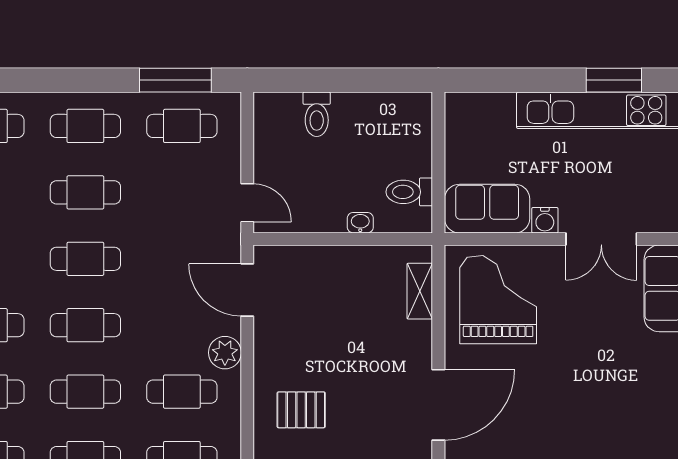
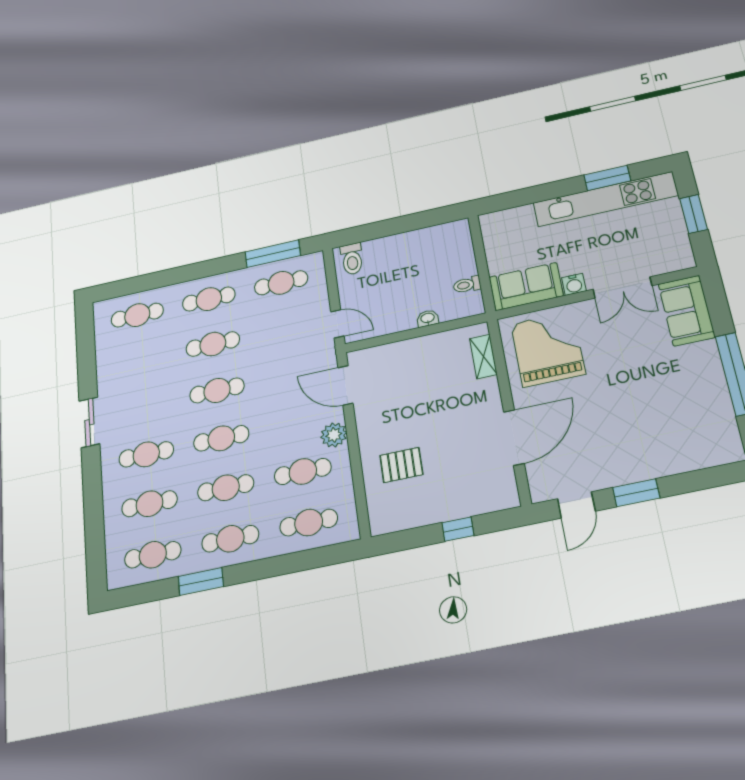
toilet: (317, 114) -> (352, 259), moved
toilet: (409, 192) -> (467, 285), width x0.73, depth x0.72

